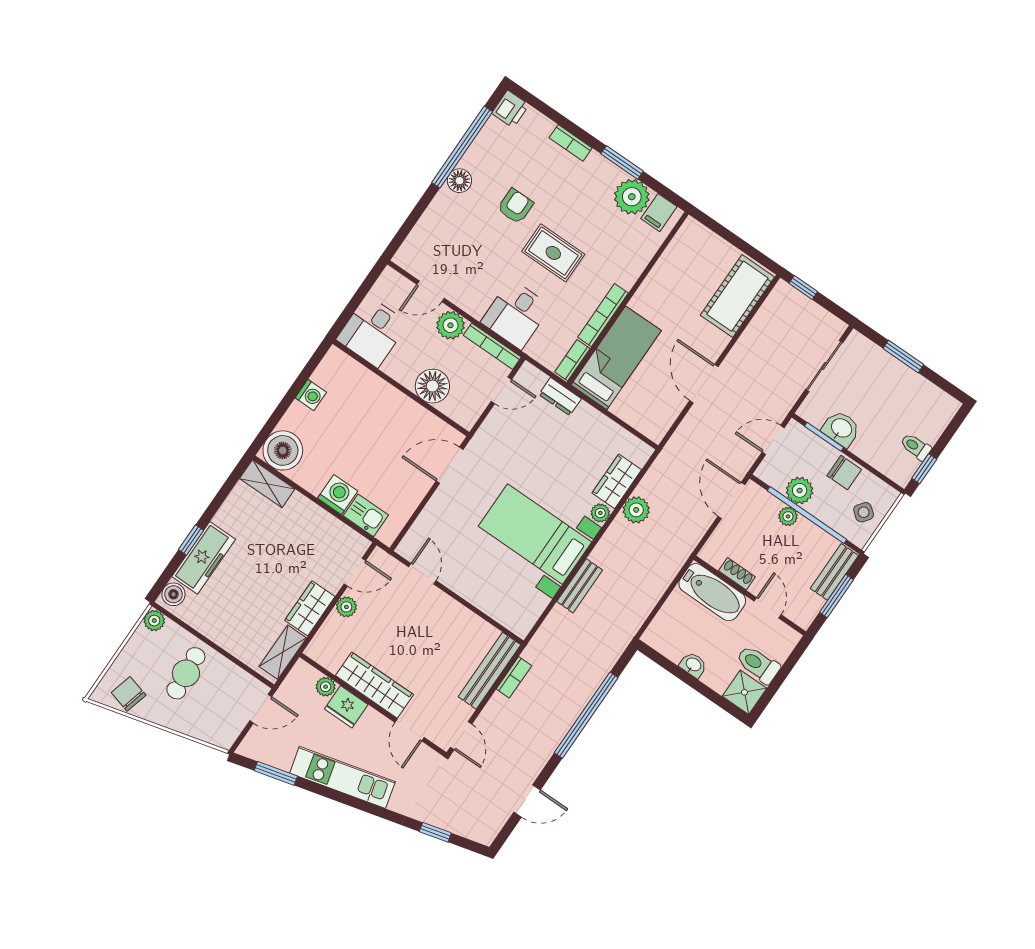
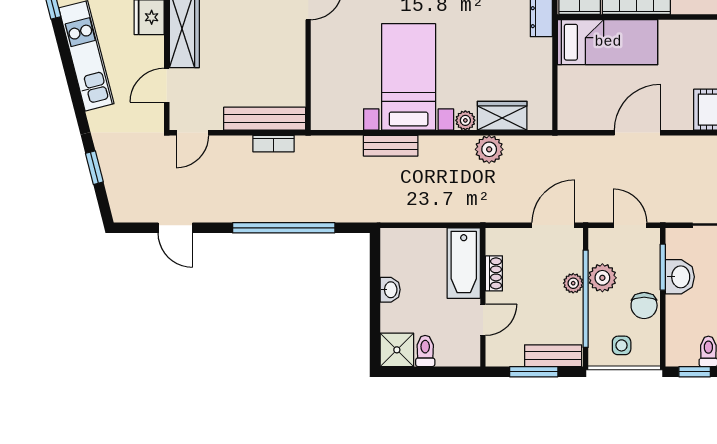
side table: (864, 512) -> (622, 345), turned -38
toilet: (758, 664) -> (425, 351), width x0.73, depth x0.72

